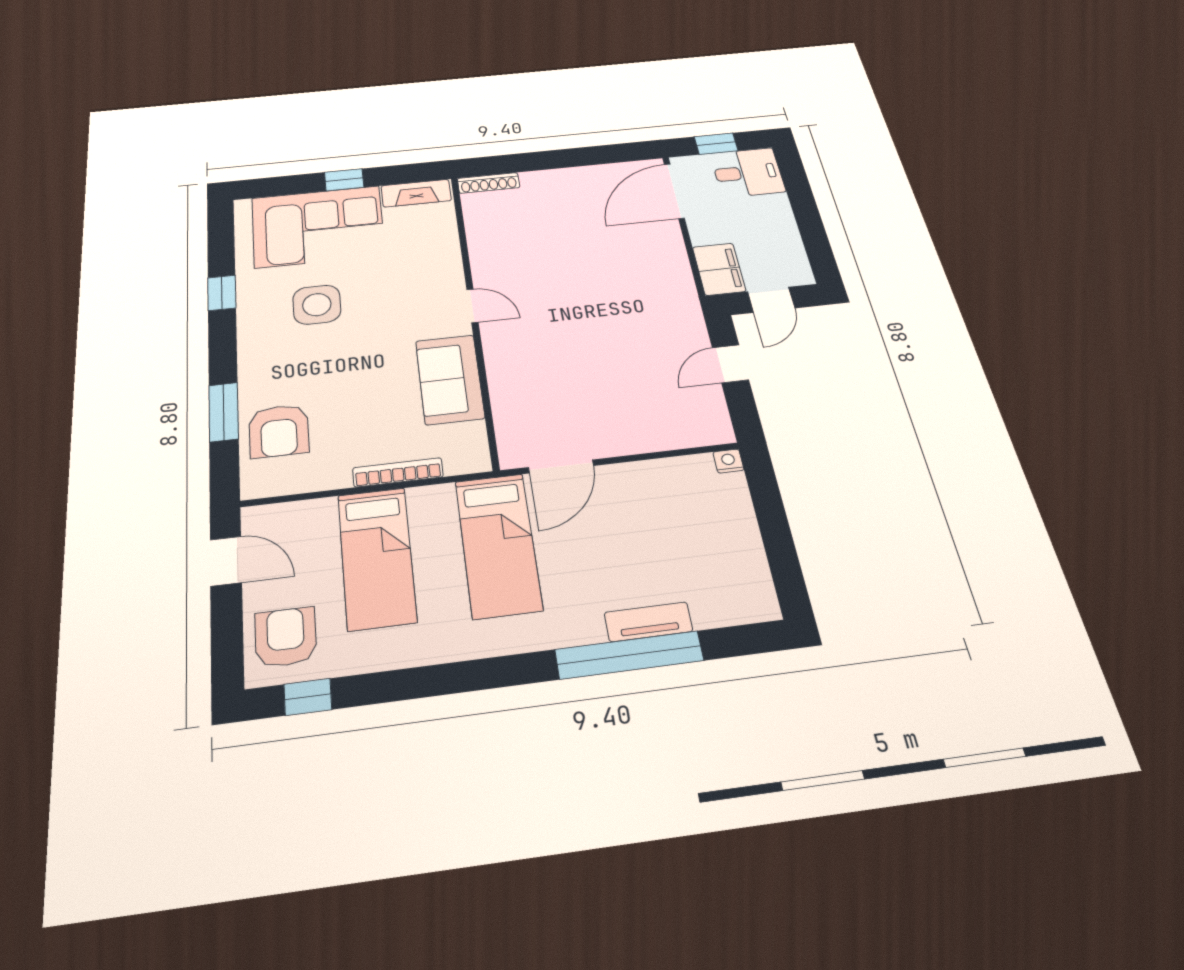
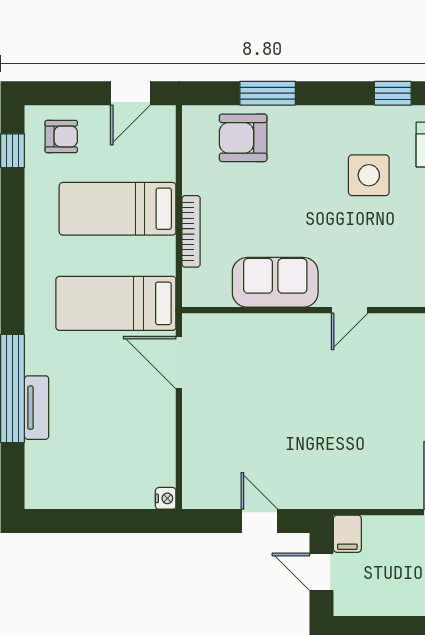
filing cabinet: (719, 269) -> (347, 534), width x0.50
armchair: (286, 637) -> (61, 136), width x0.72, depth x0.72

